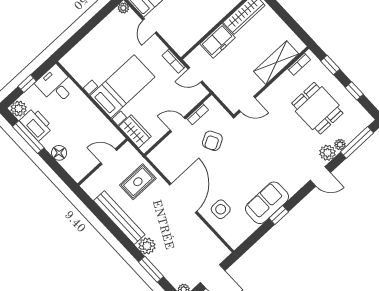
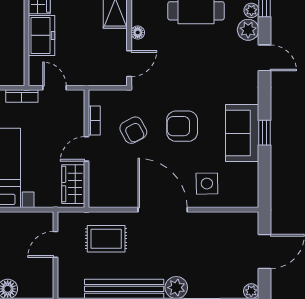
door: (195, 75) -> (54, 88), swing flipped
floor lamp: (269, 93) -> (138, 33), added
wardrobe: (135, 131) -> (73, 184), moved, turned -90
armchair: (240, 166) -> (182, 126), added
door: (320, 176) -> (265, 58), hinge flipped
rug: (138, 182) -> (106, 239), turned 90

